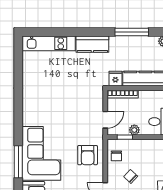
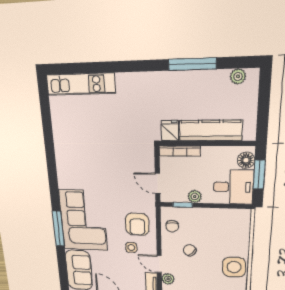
kitchen counter: (92, 44) -> (138, 83), removed
door: (105, 120) -> (158, 183), swing flipped
side table: (82, 176) -> (131, 247), added

